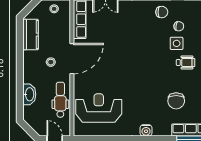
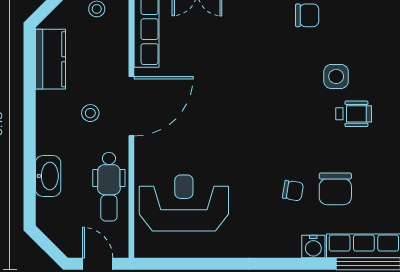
chair: (179, 26) -> (293, 191), moved
dental chair: (60, 100) -> (109, 187), turned 180
water cooler: (146, 130) -> (313, 247), moved

